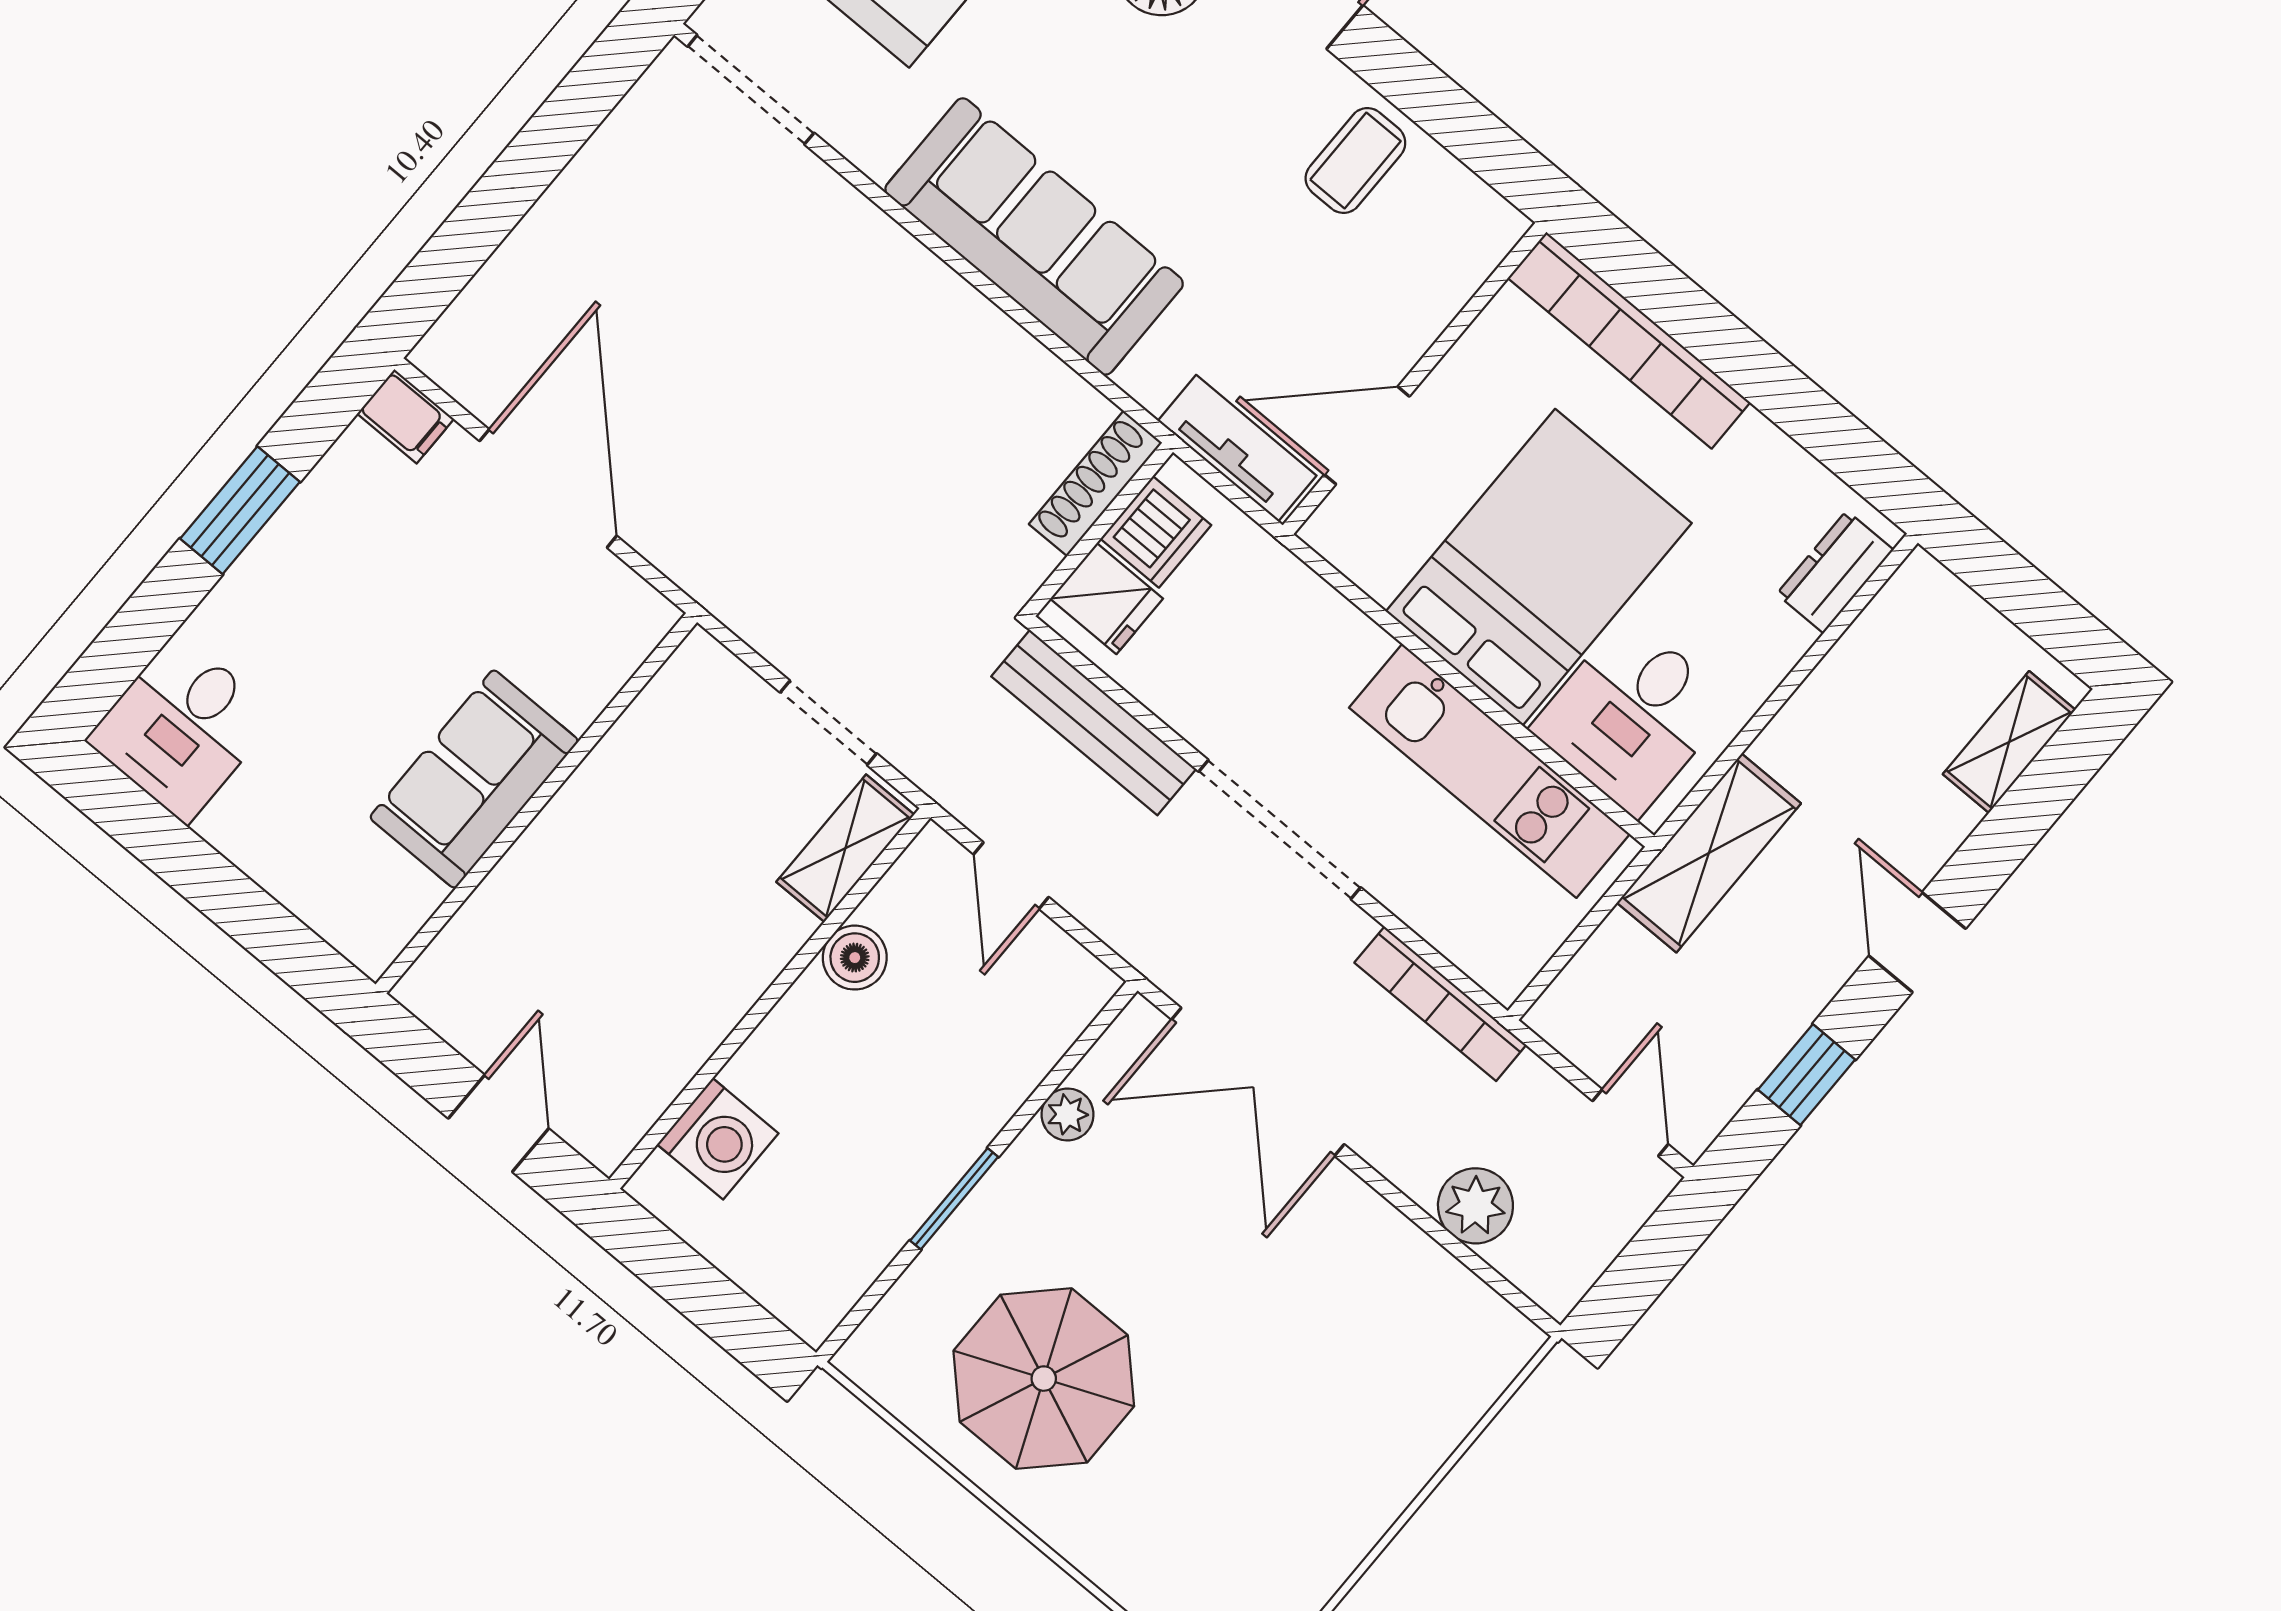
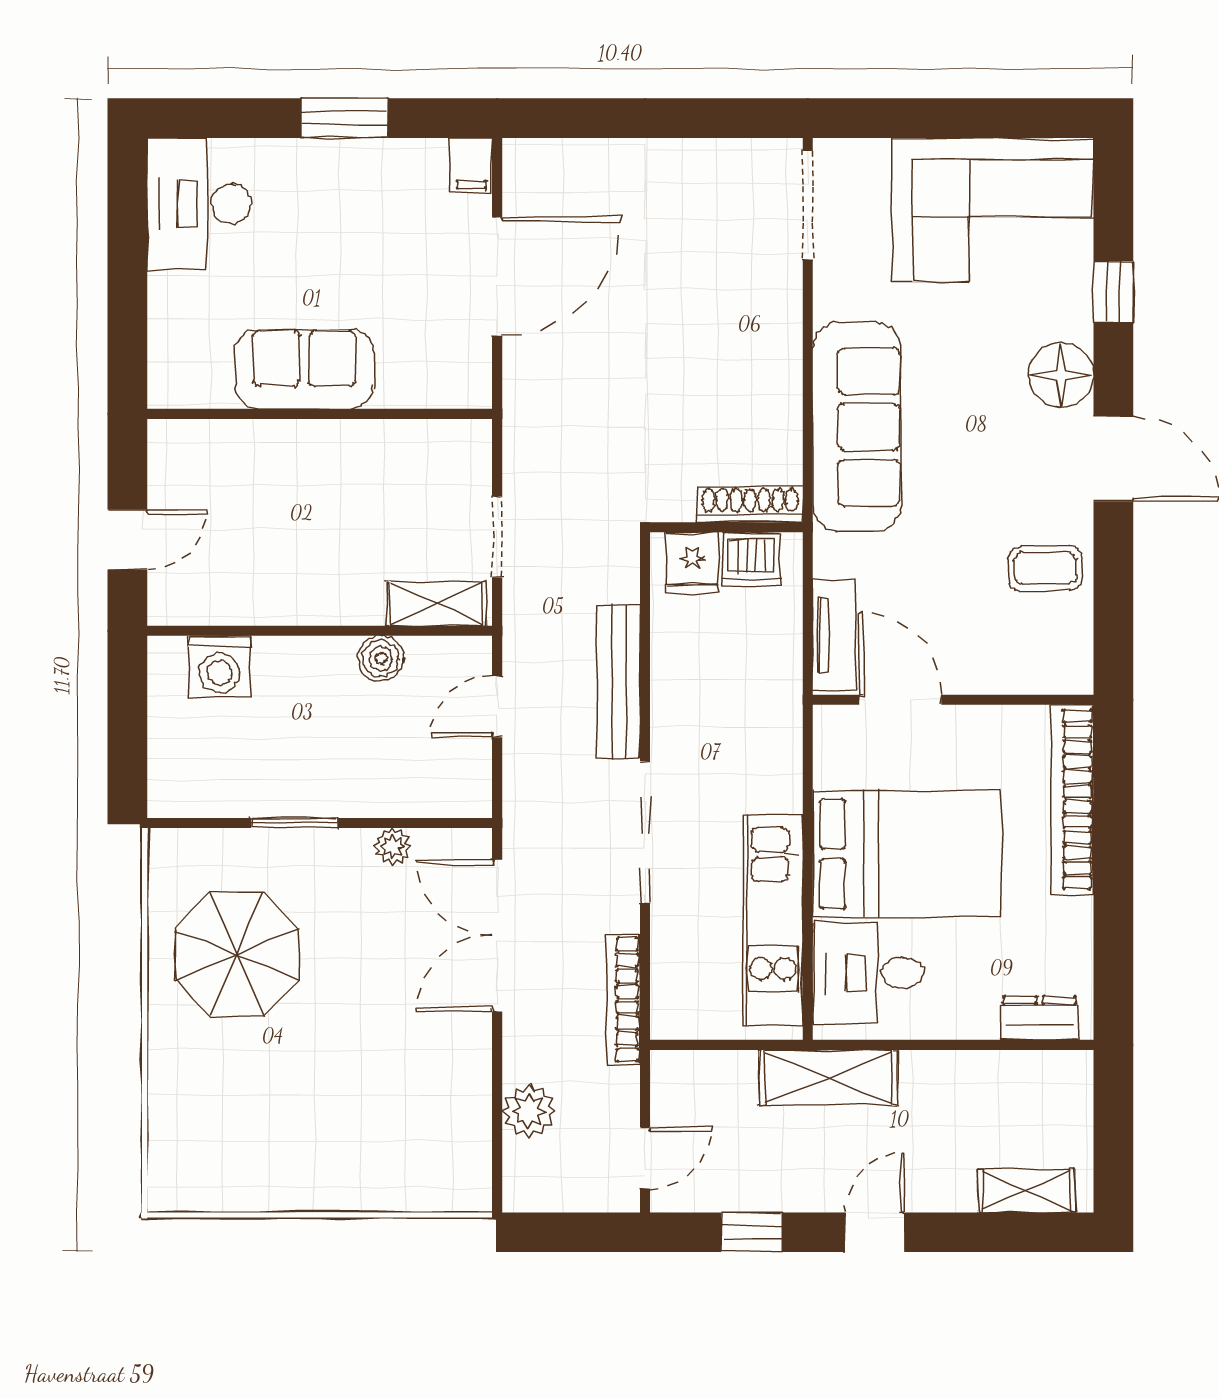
shoe rack: (1096, 483) -> (750, 504), moved
wall: (1099, 530) -> (726, 527), moved
dishwasher: (1156, 532) -> (751, 559), moved
fridge: (1107, 599) -> (692, 563), moved
desk: (182, 728) -> (199, 204), width x1.37

